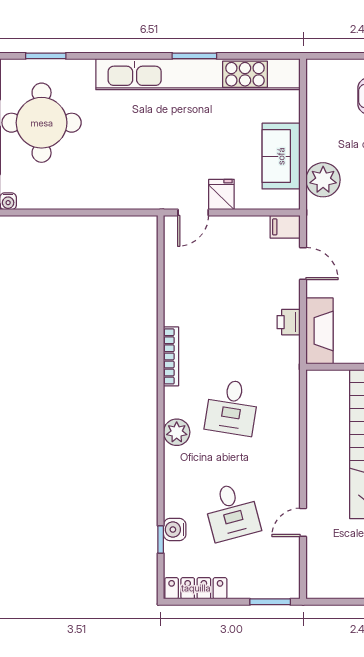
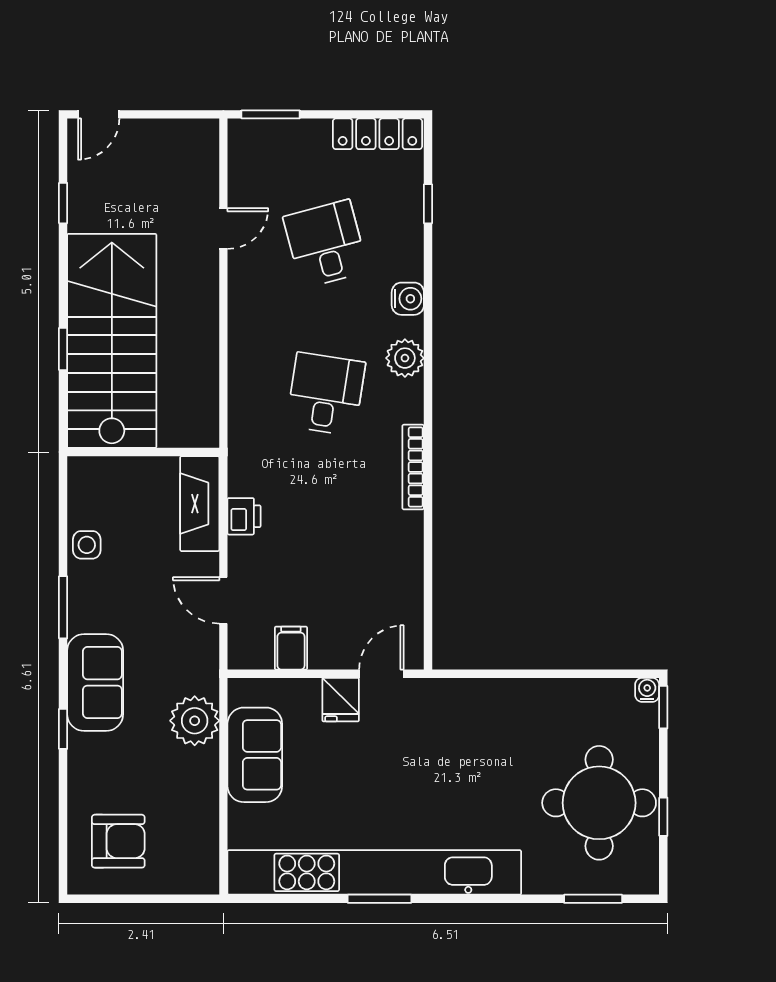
filing cabinet: (285, 227) -> (291, 648), moved, turned -90
water cooler: (175, 529) -> (408, 299), moved

